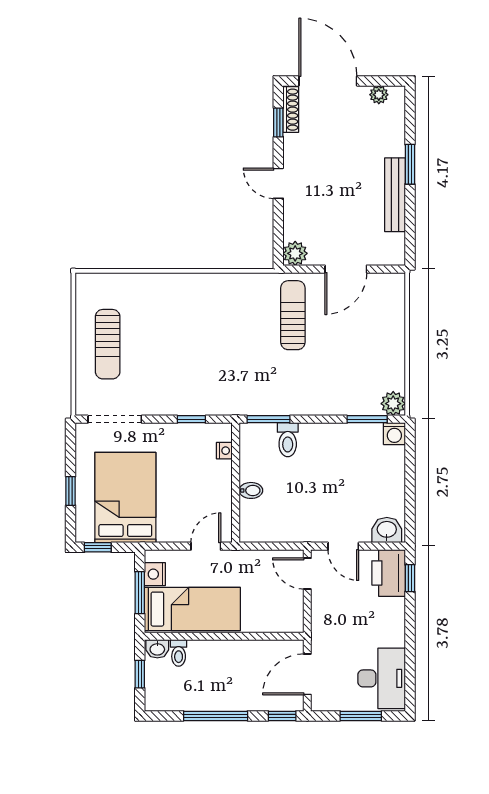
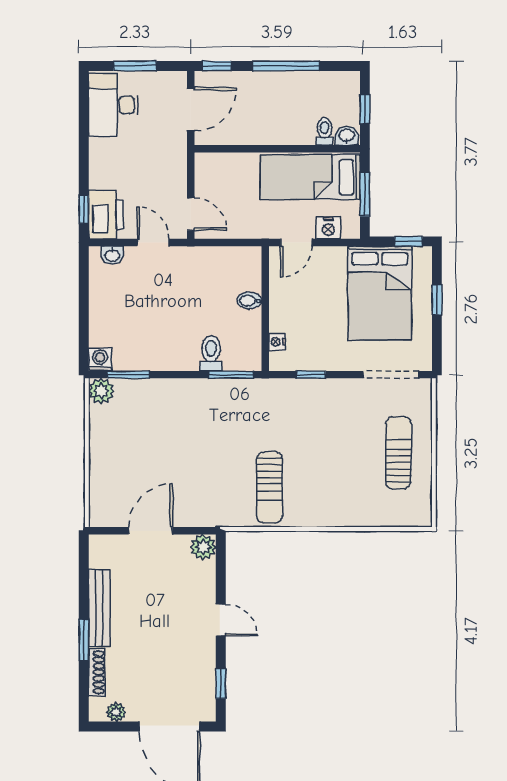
shoe rack: (291, 110) -> (97, 672), moved, turned 180
sun lounger: (293, 315) -> (269, 487), moved
washbasin: (387, 530) -> (112, 255), width x0.72, depth x0.69
nightstand: (155, 574) -> (328, 228), moved, turned 90

